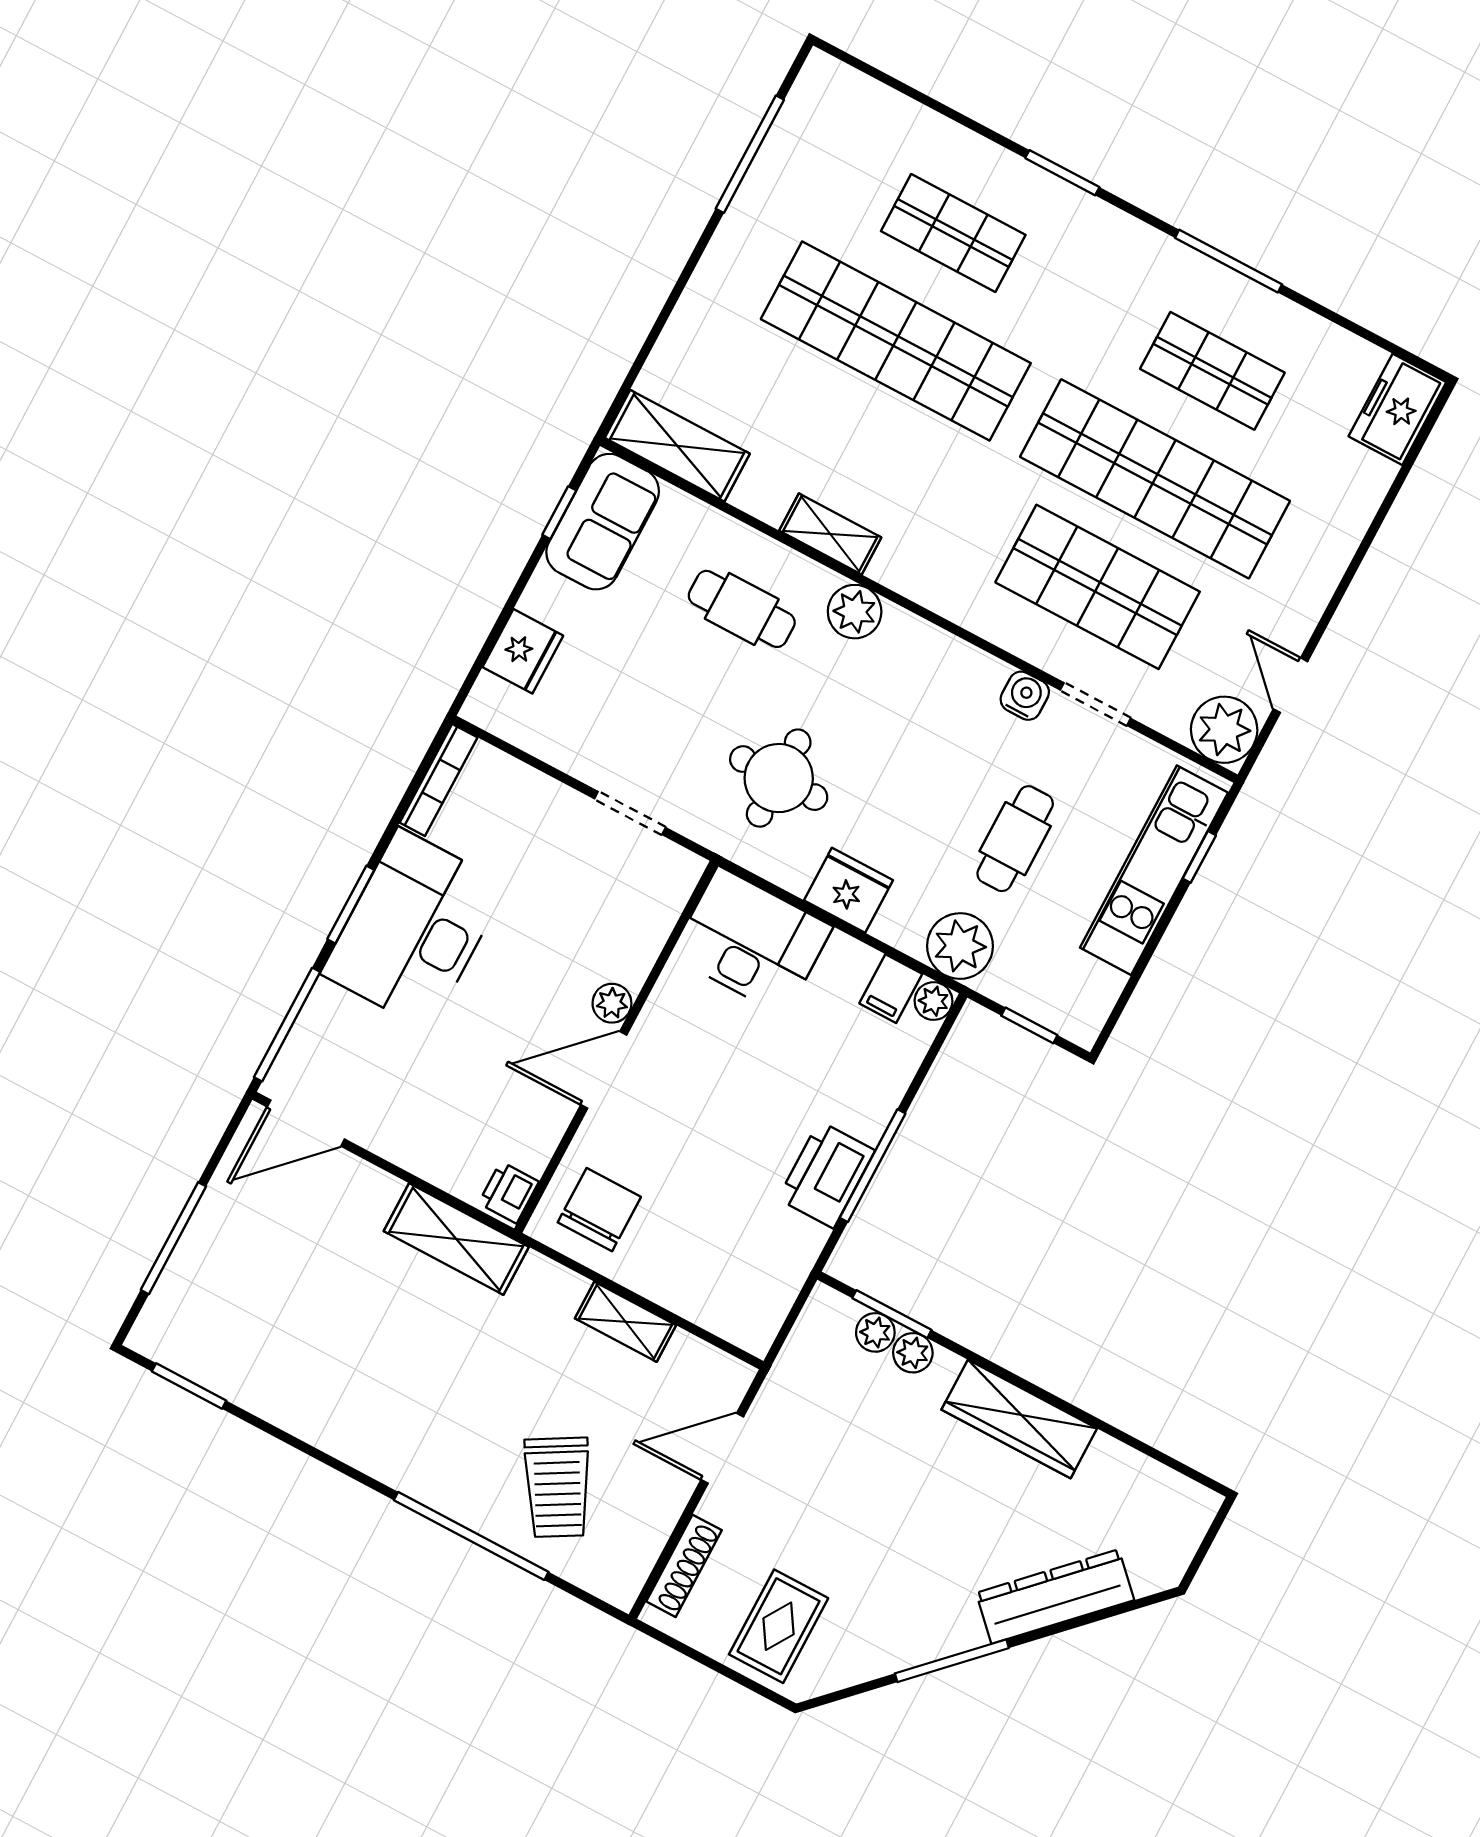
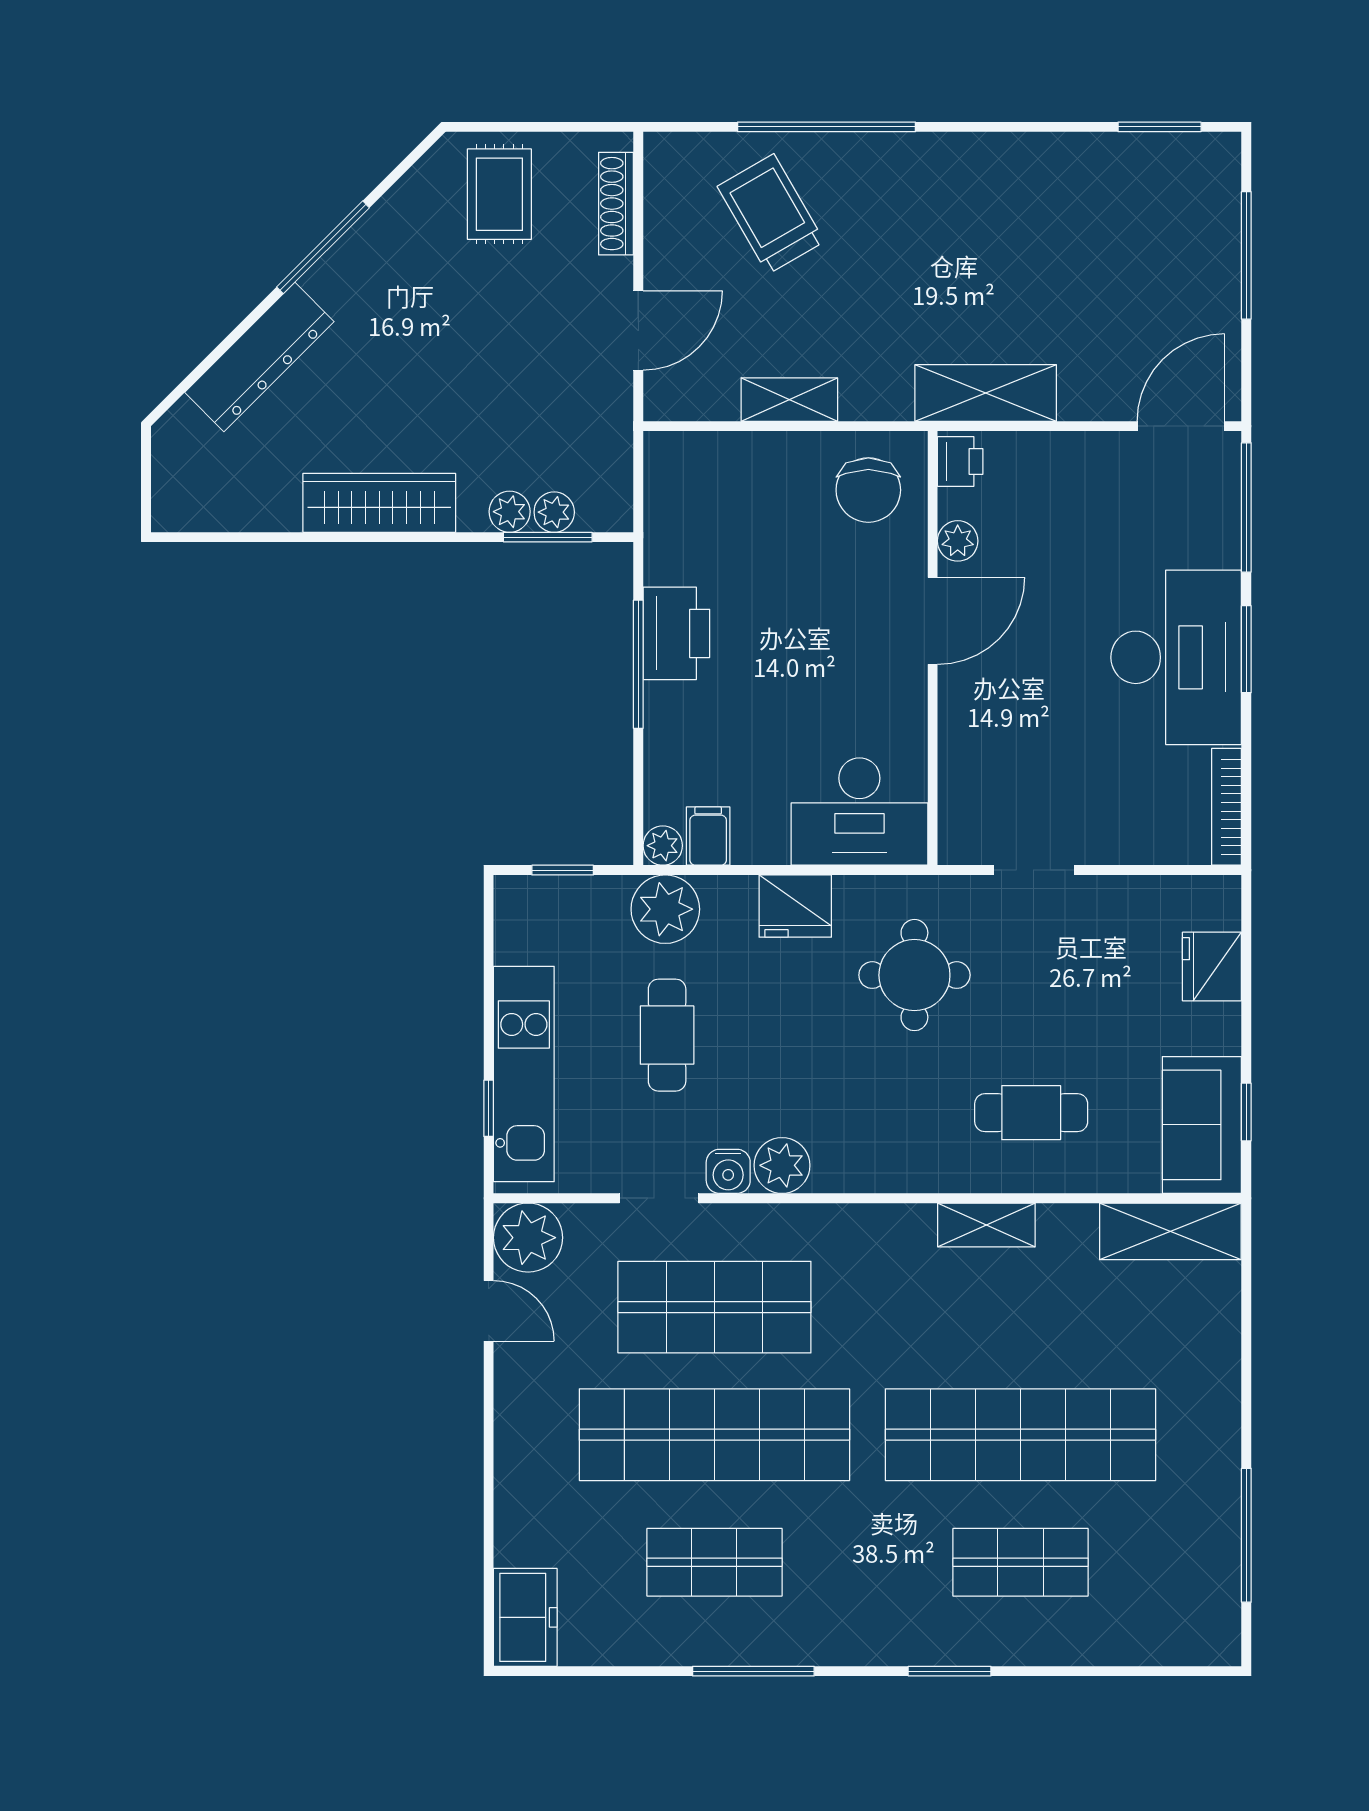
plant: (855, 612) -> (782, 1165), moved
plant: (612, 1003) -> (958, 541), moved

